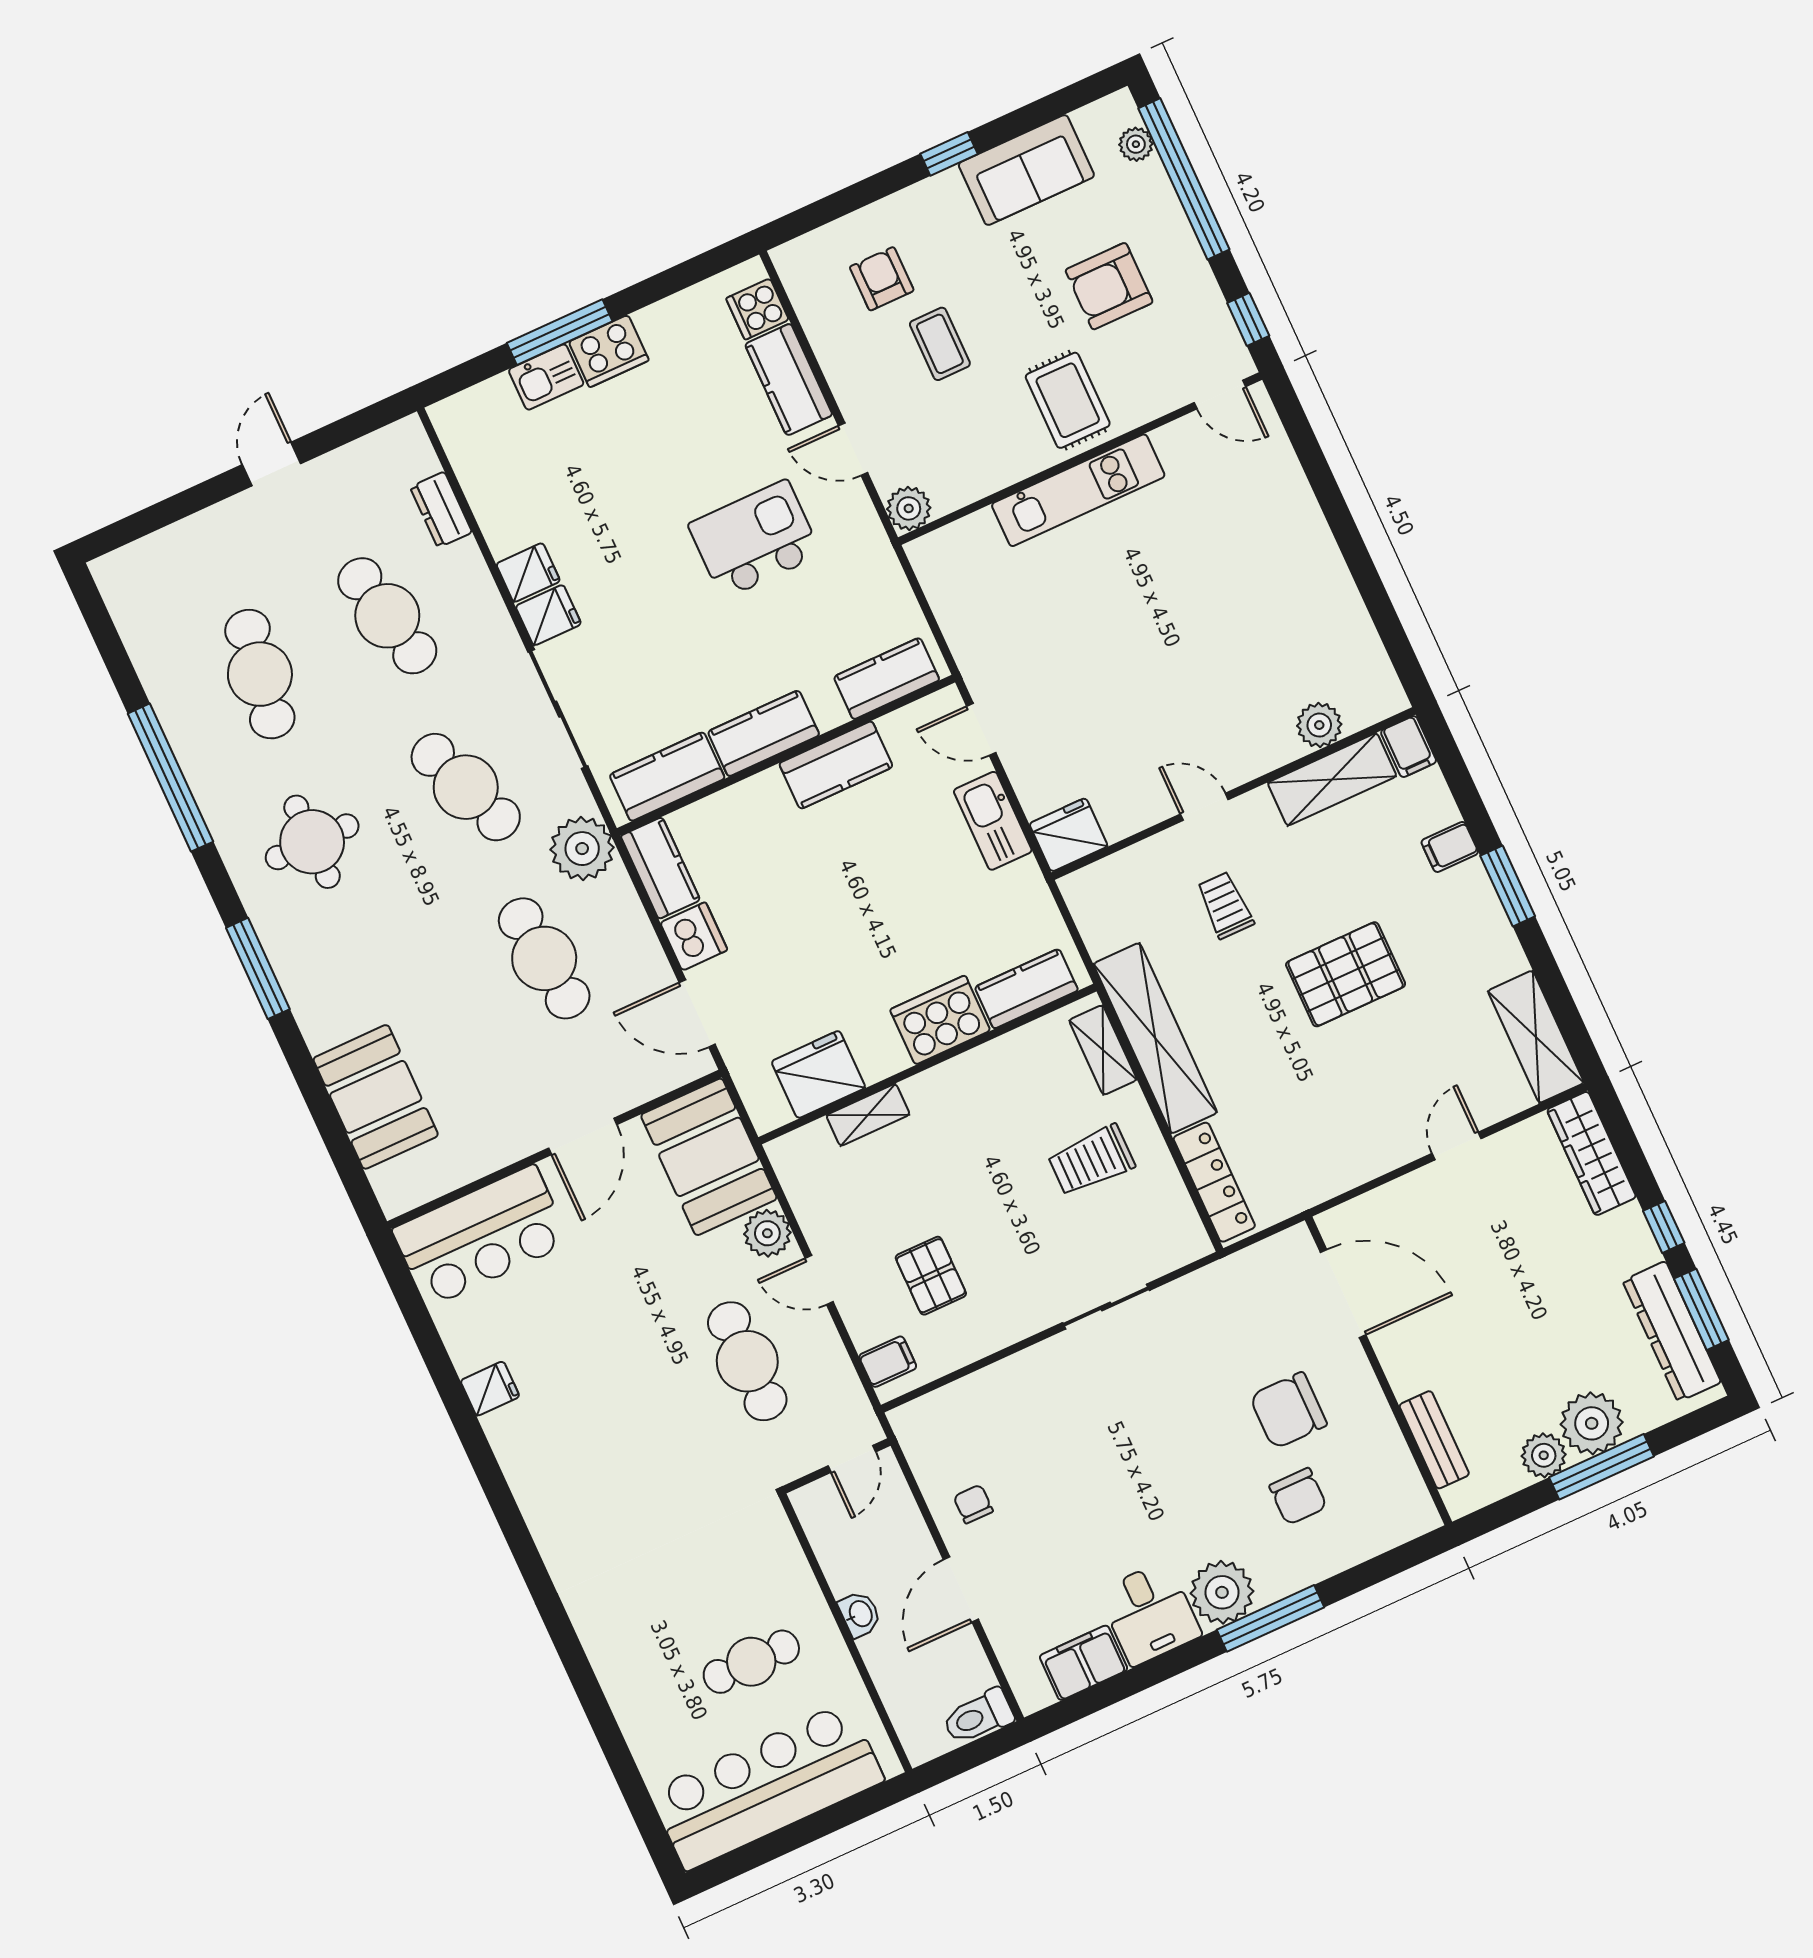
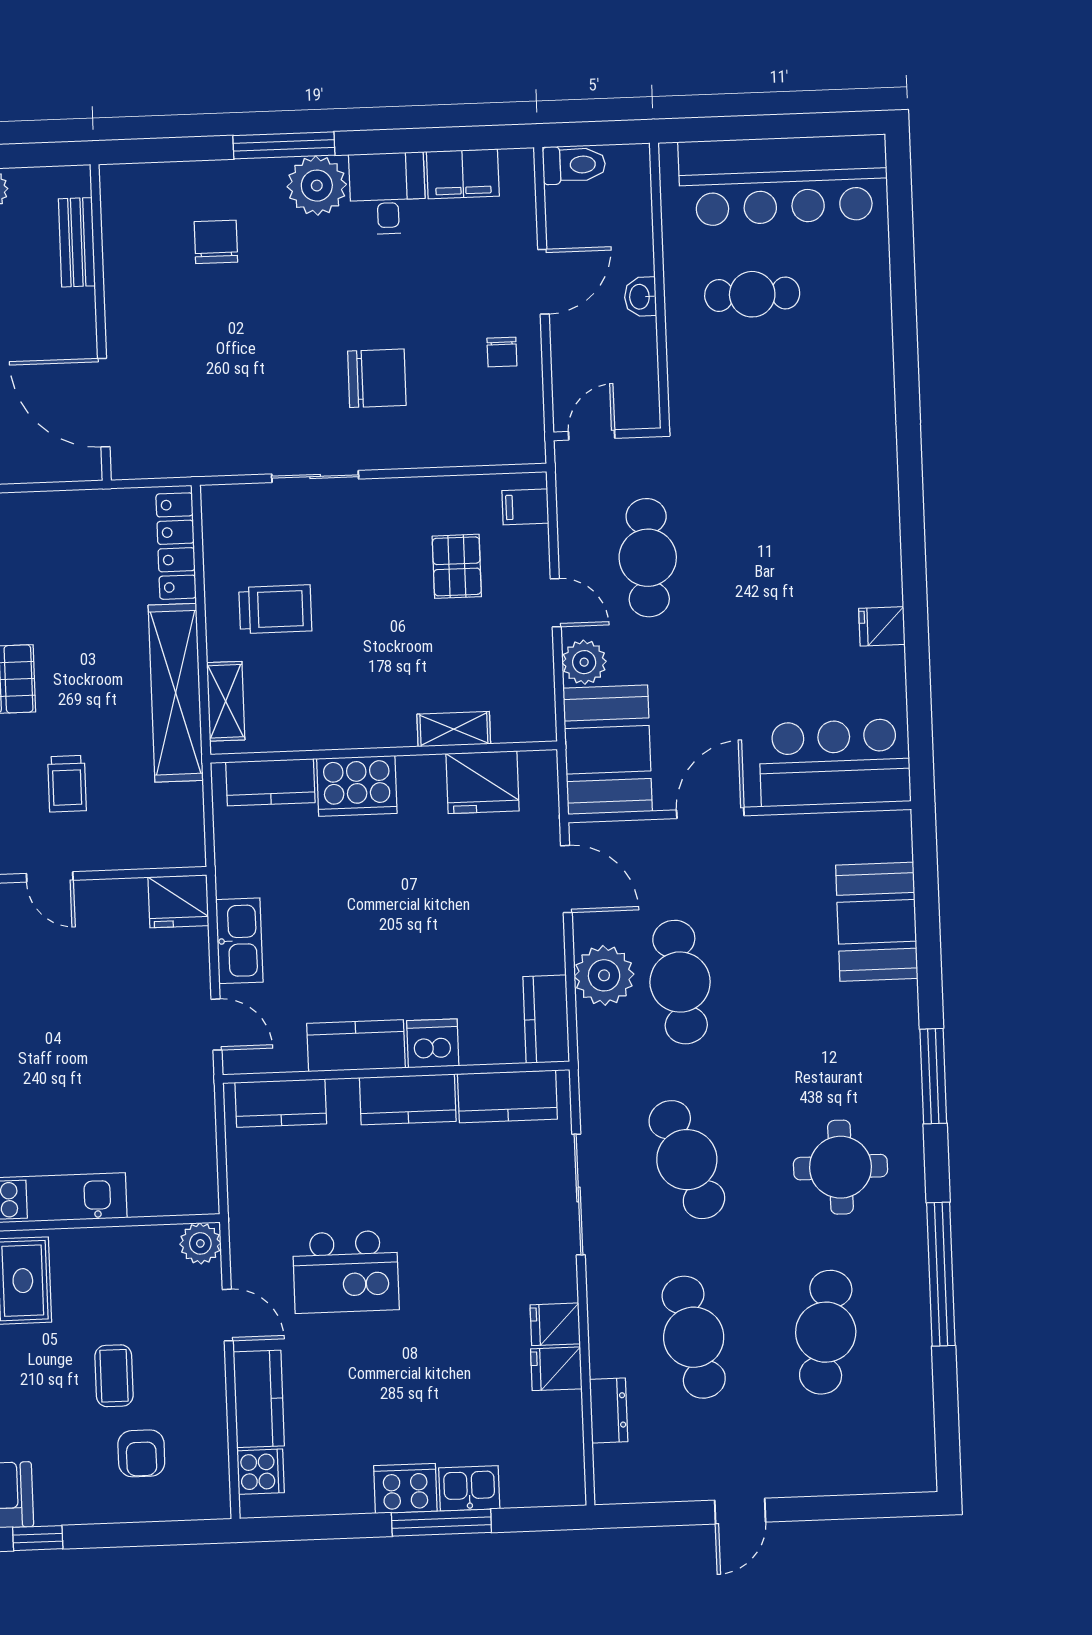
fridge: (548, 615) -> (556, 1369), moved
plant: (582, 849) -> (604, 975), moved
dishwasher: (694, 936) -> (433, 1043), moved, turned 90
chair: (1288, 1410) -> (377, 378), moved

